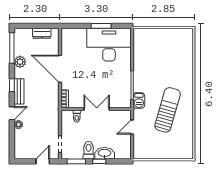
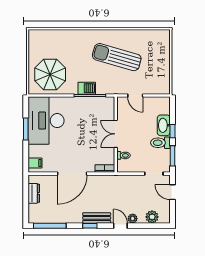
filing cabinet: (70, 34) -> (35, 163), added
parasol: (152, 48) -> (50, 74), added
plant: (20, 62) -> (152, 217), moved
barbecue: (139, 101) -> (87, 88), moved

